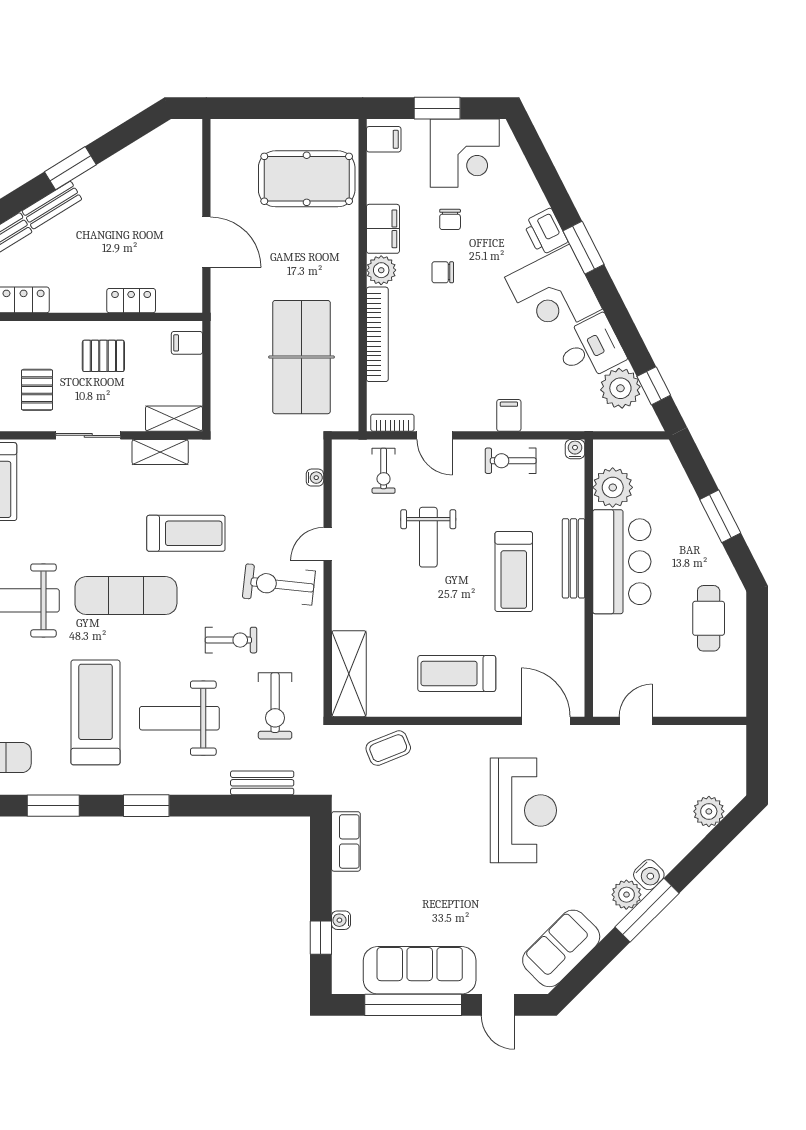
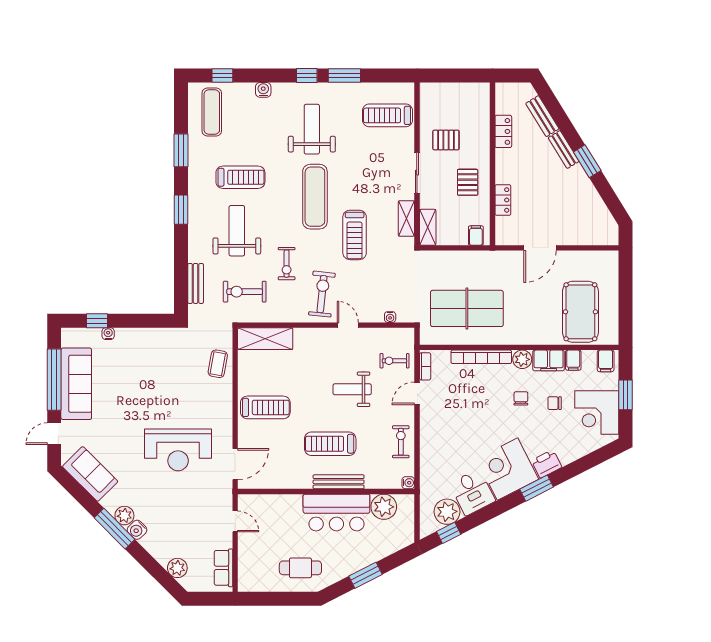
filing cabinet: (509, 415) -> (573, 360), moved, turned 90
treadmill: (457, 673) -> (265, 407), turned 90
treadmill: (95, 712) -> (240, 177), width x0.73, depth x0.73
coffee table: (388, 748) -> (218, 364), turned 32
row of seats: (346, 841) -> (223, 568), moved, turned 90

